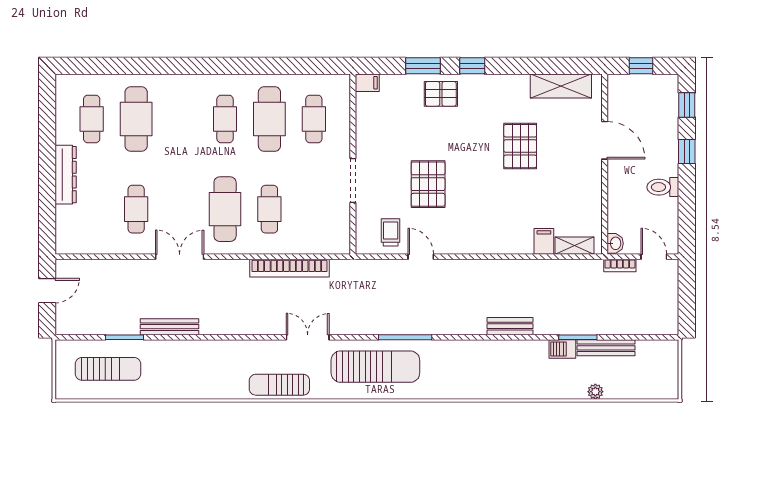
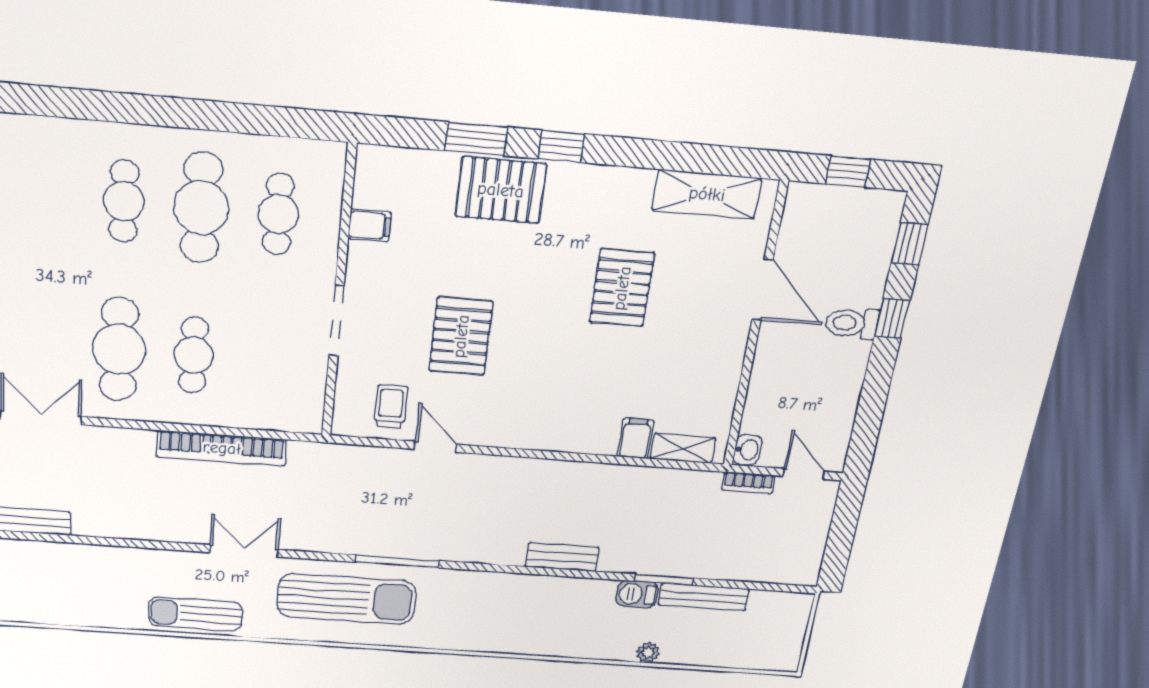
filing cabinet: (367, 83) -> (370, 226), moved
pallet: (441, 94) -> (501, 190), width x1.50, depth x1.42
toilet: (663, 187) -> (852, 323), moved
plant: (595, 392) -> (648, 653), moved

